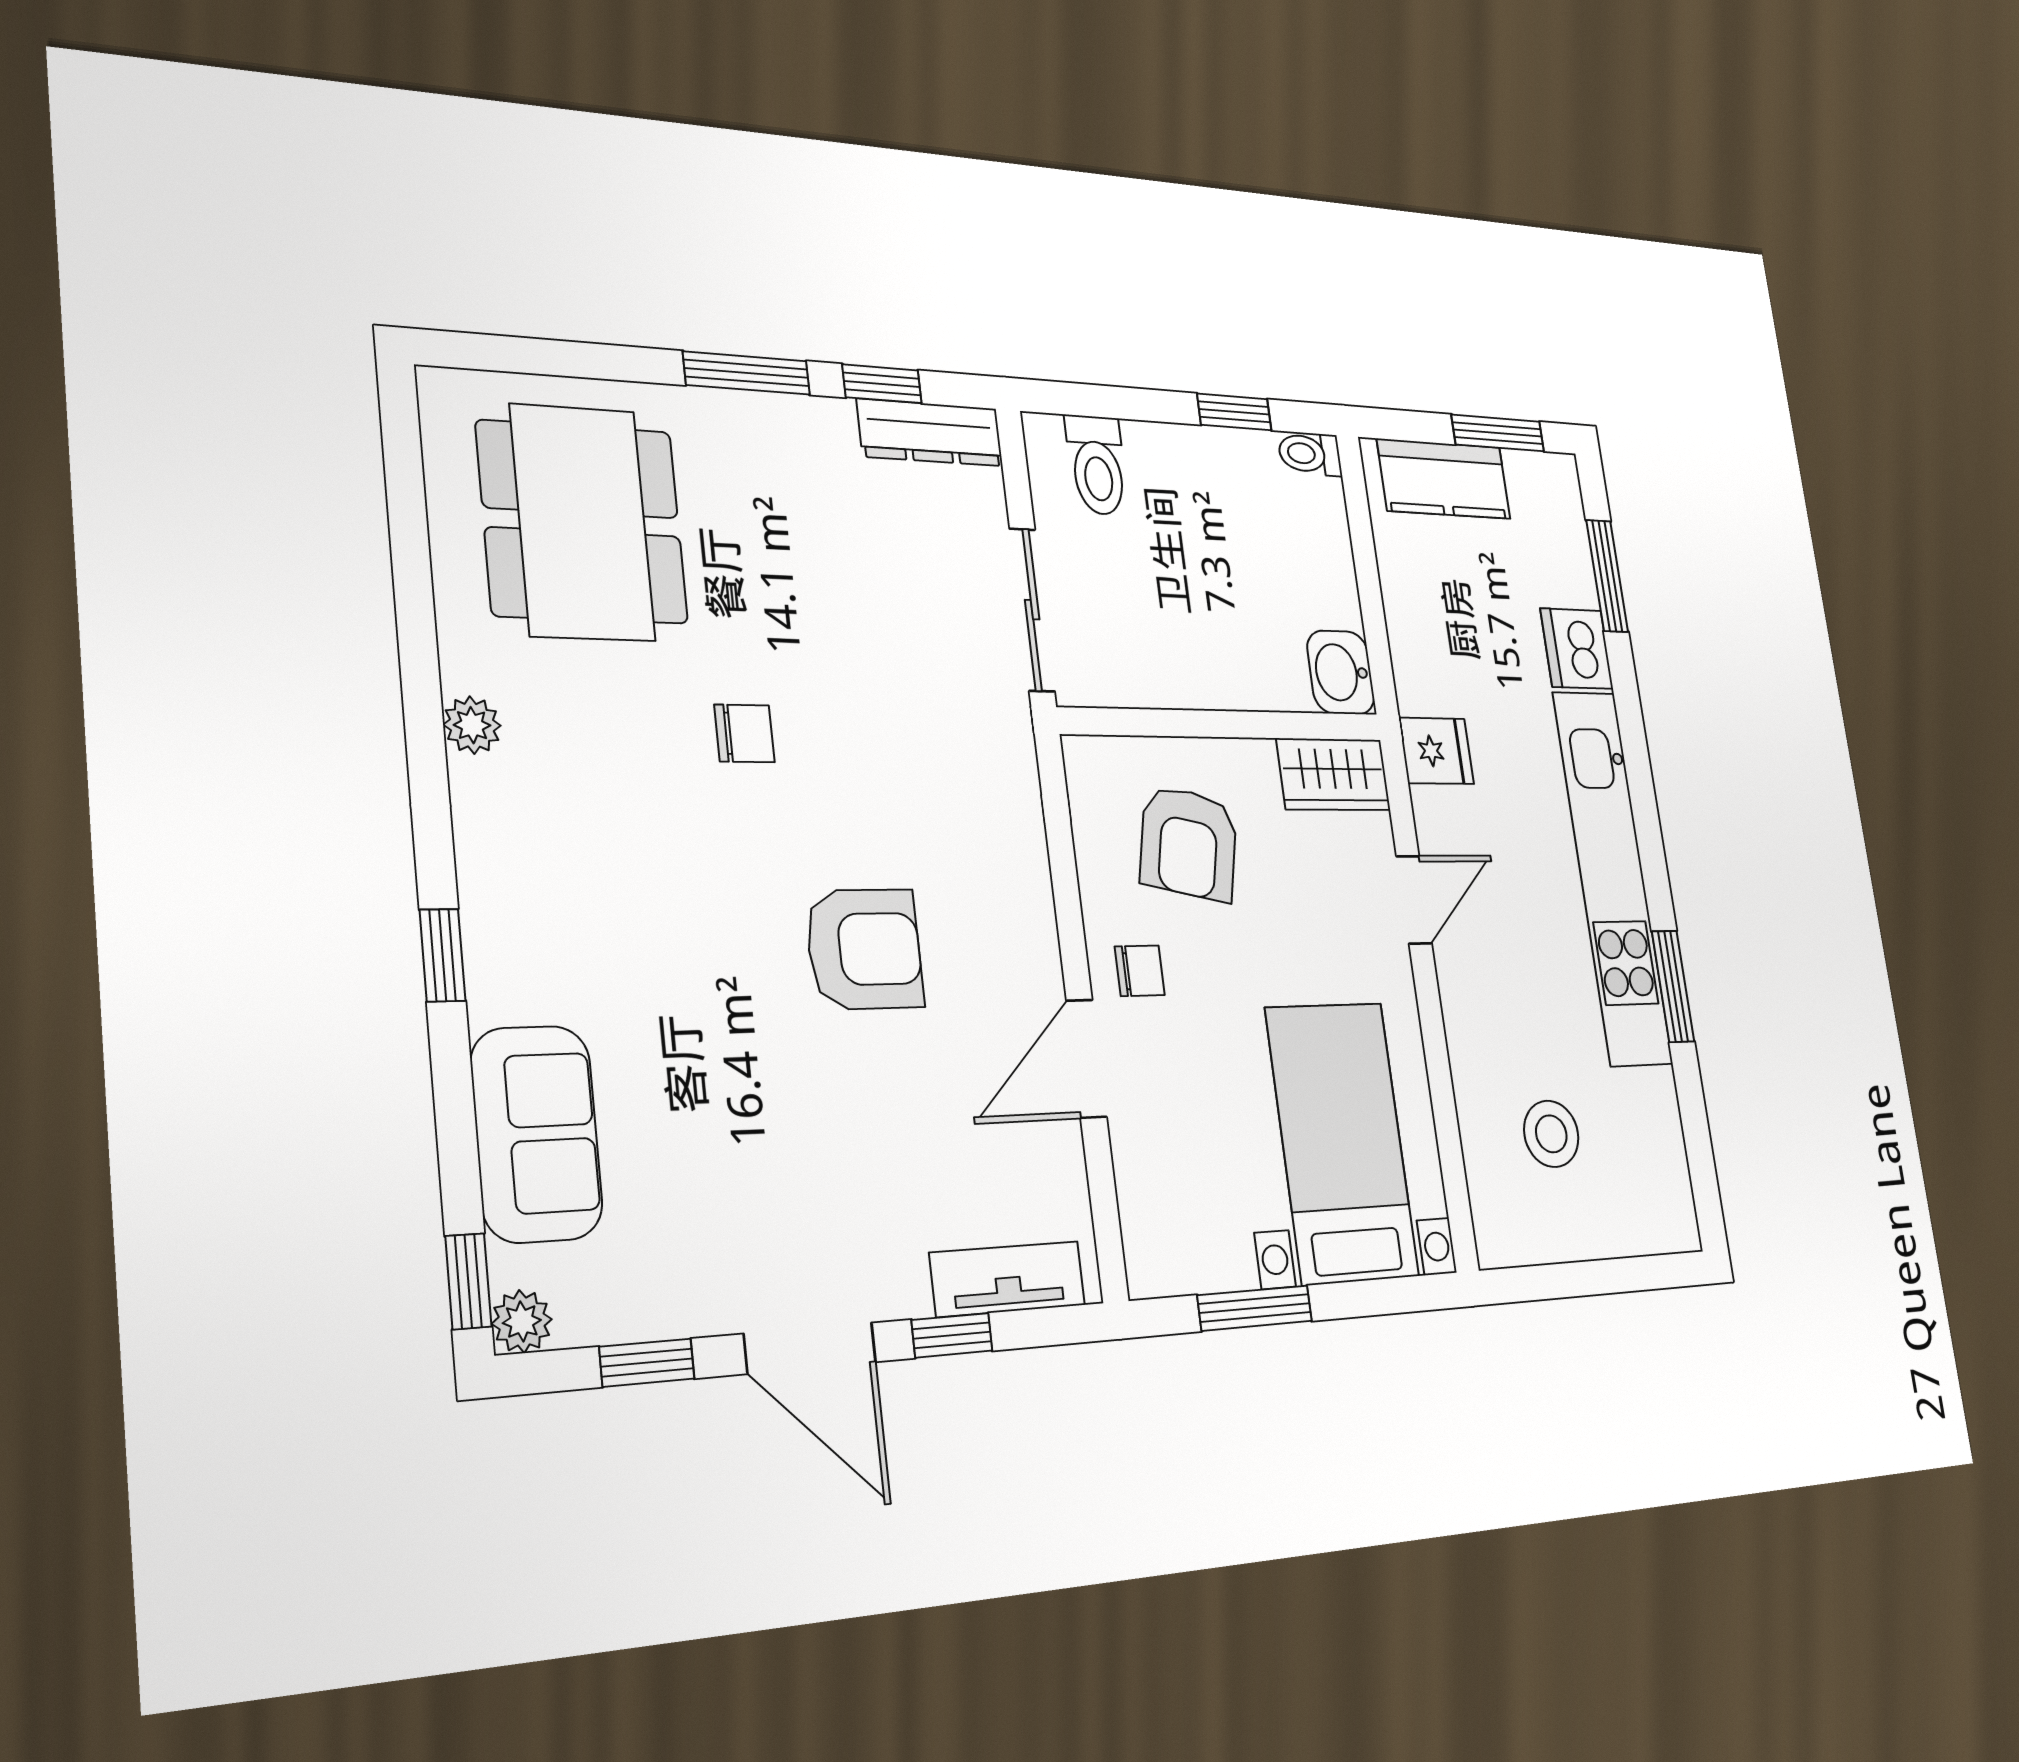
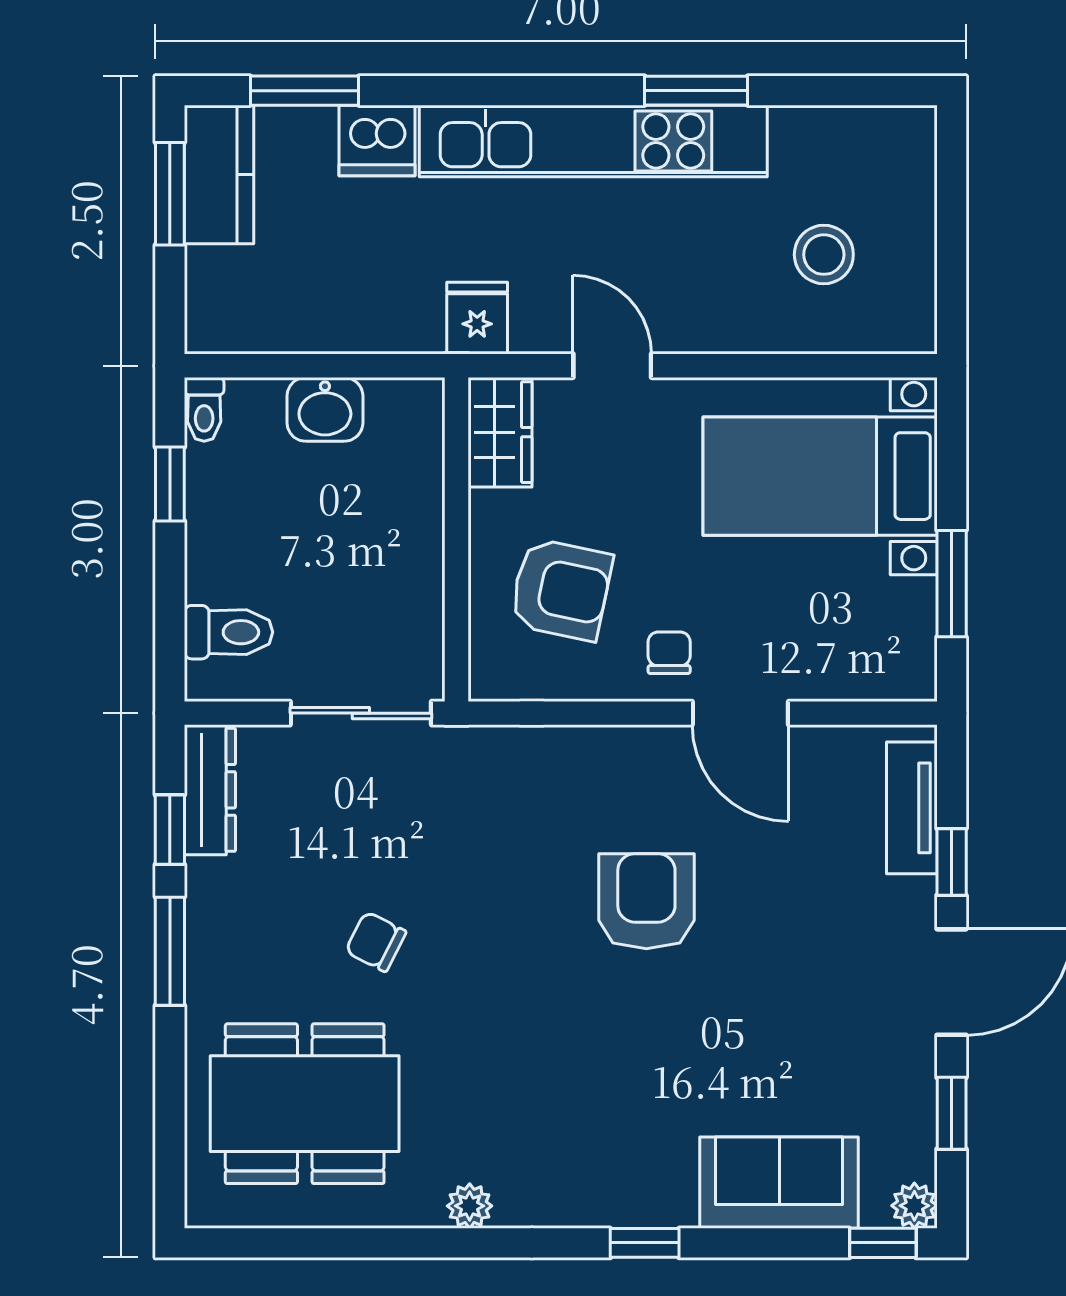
kitchen counter: (1444, 479) -> (219, 174), moved
washbasin: (1341, 672) -> (325, 409), moved
chair: (745, 733) -> (376, 942), moved, turned -63

